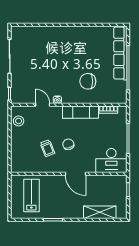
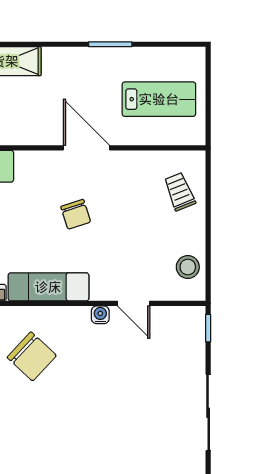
chair: (88, 81) -> (32, 356), turned 43
trolley: (47, 148) -> (180, 192), moved
door: (76, 174) -> (86, 148), moved
lab bench: (31, 195) -> (159, 99), turned -90

